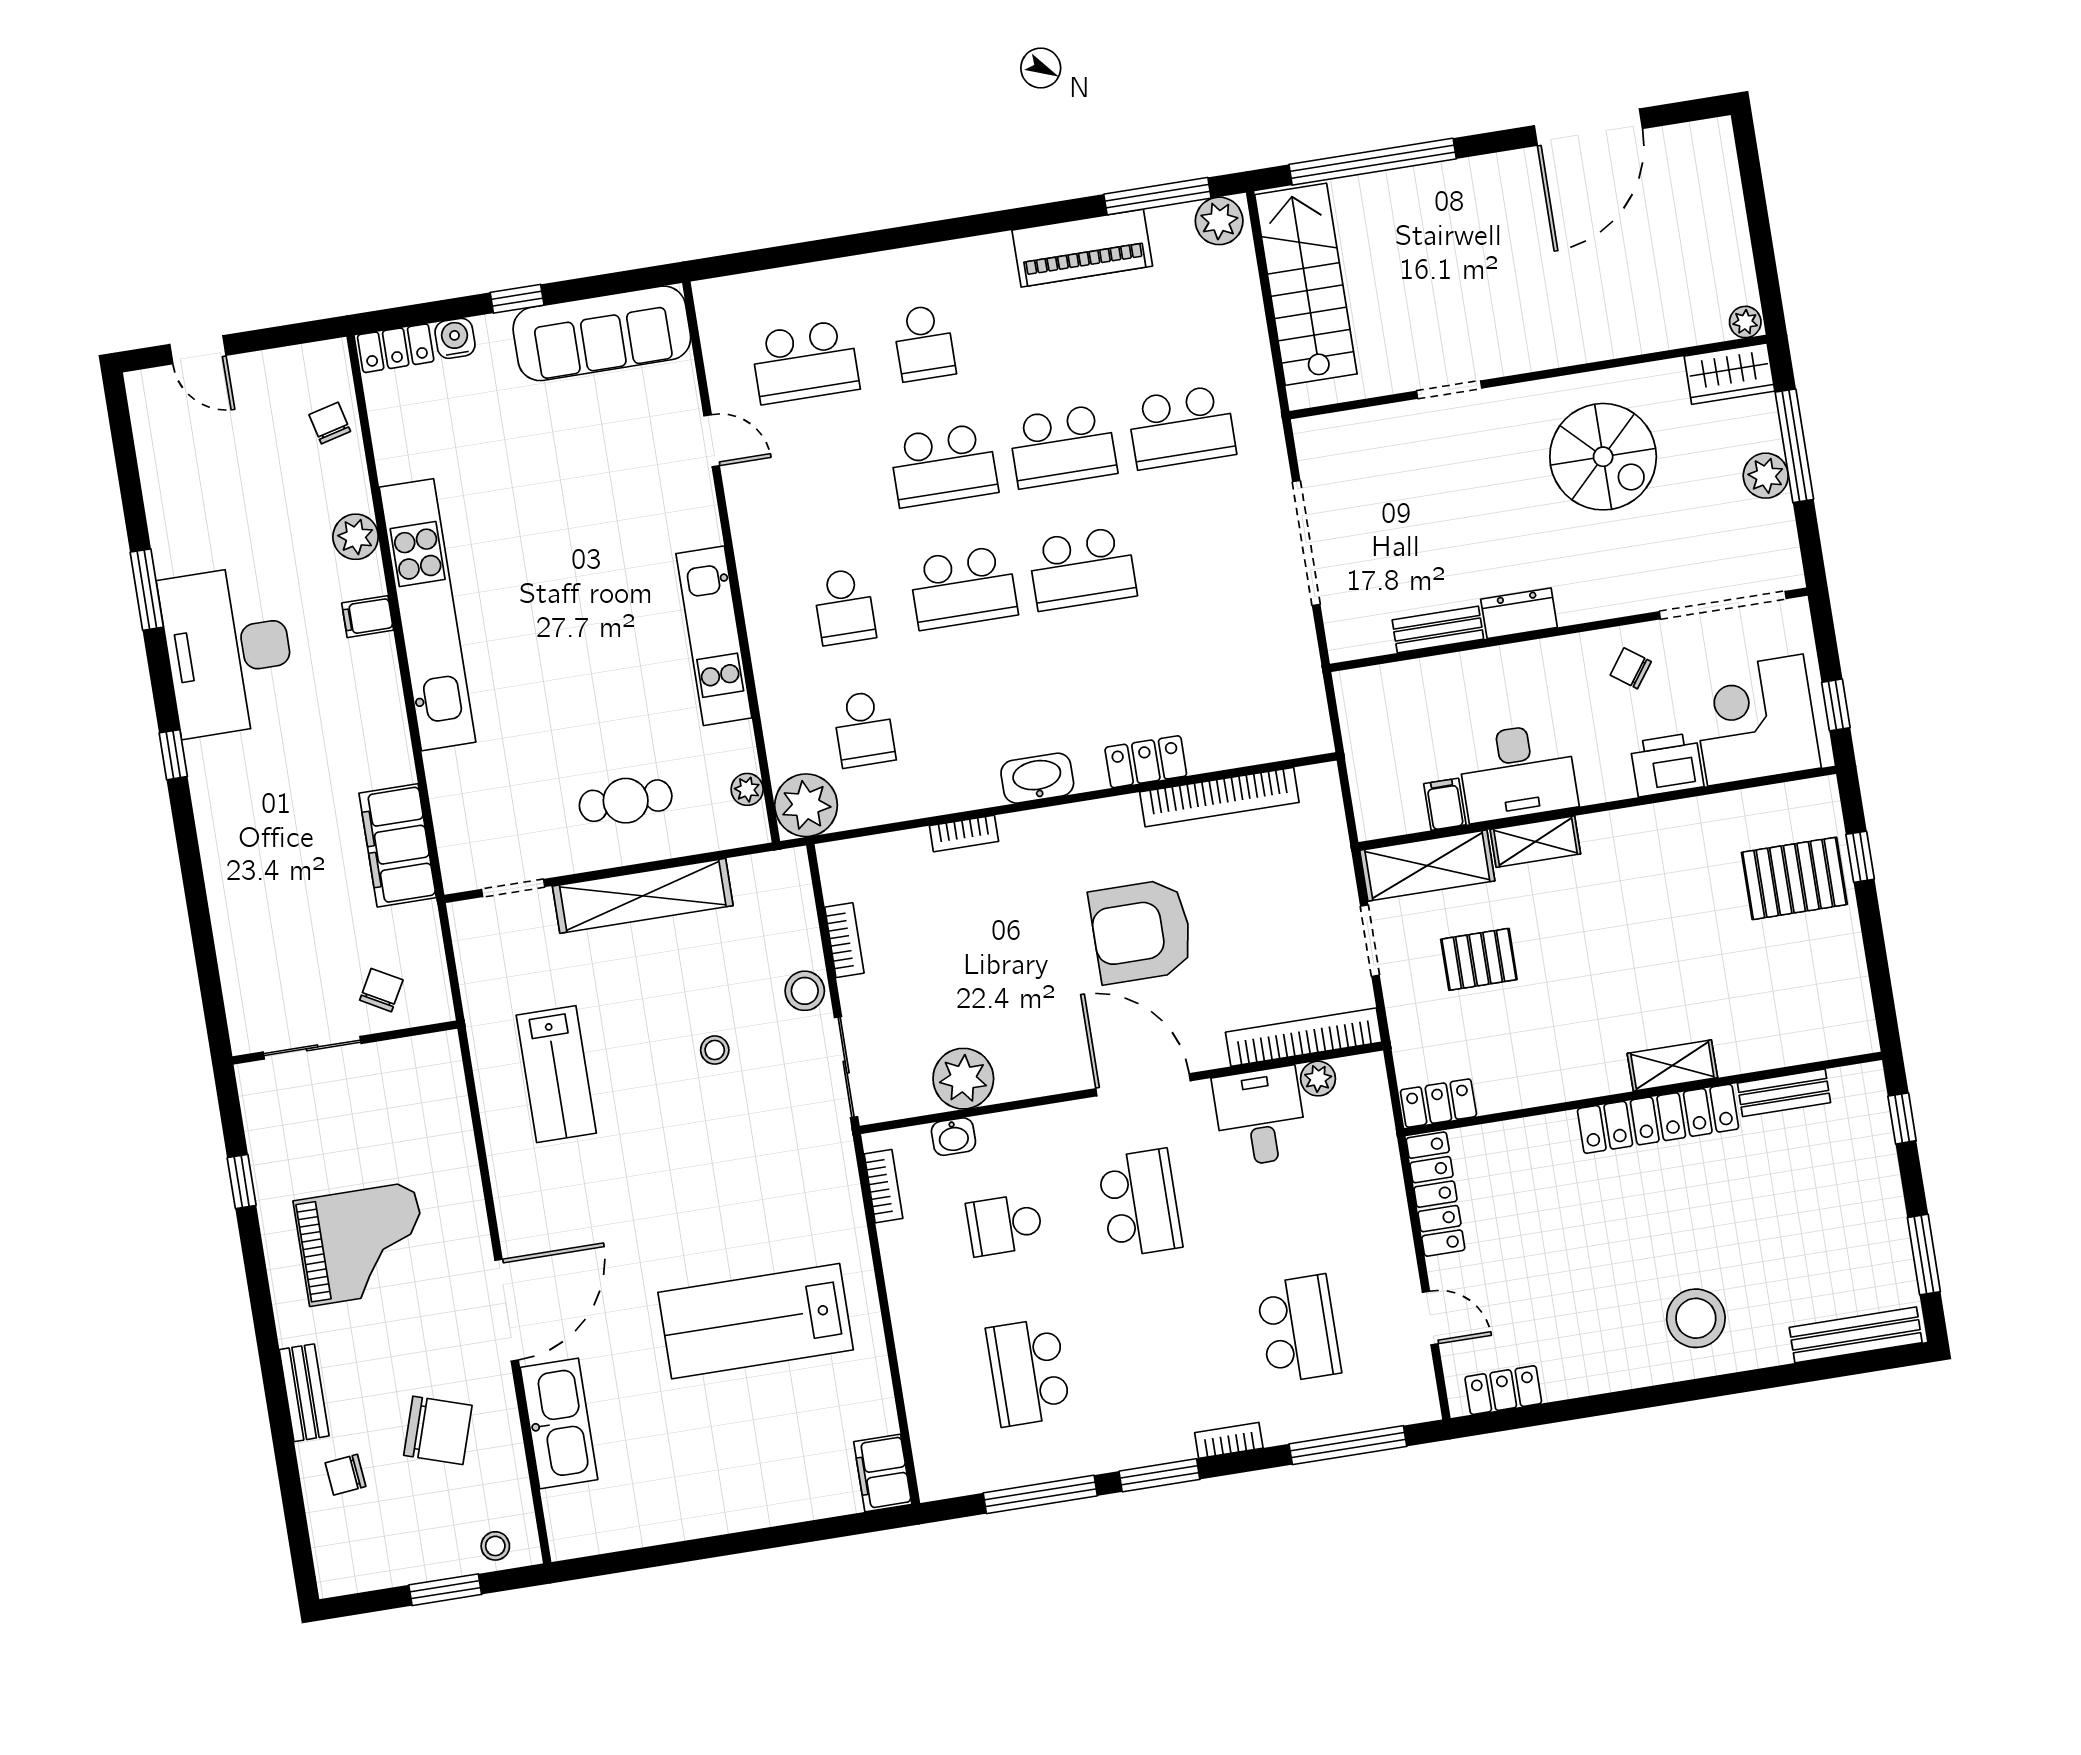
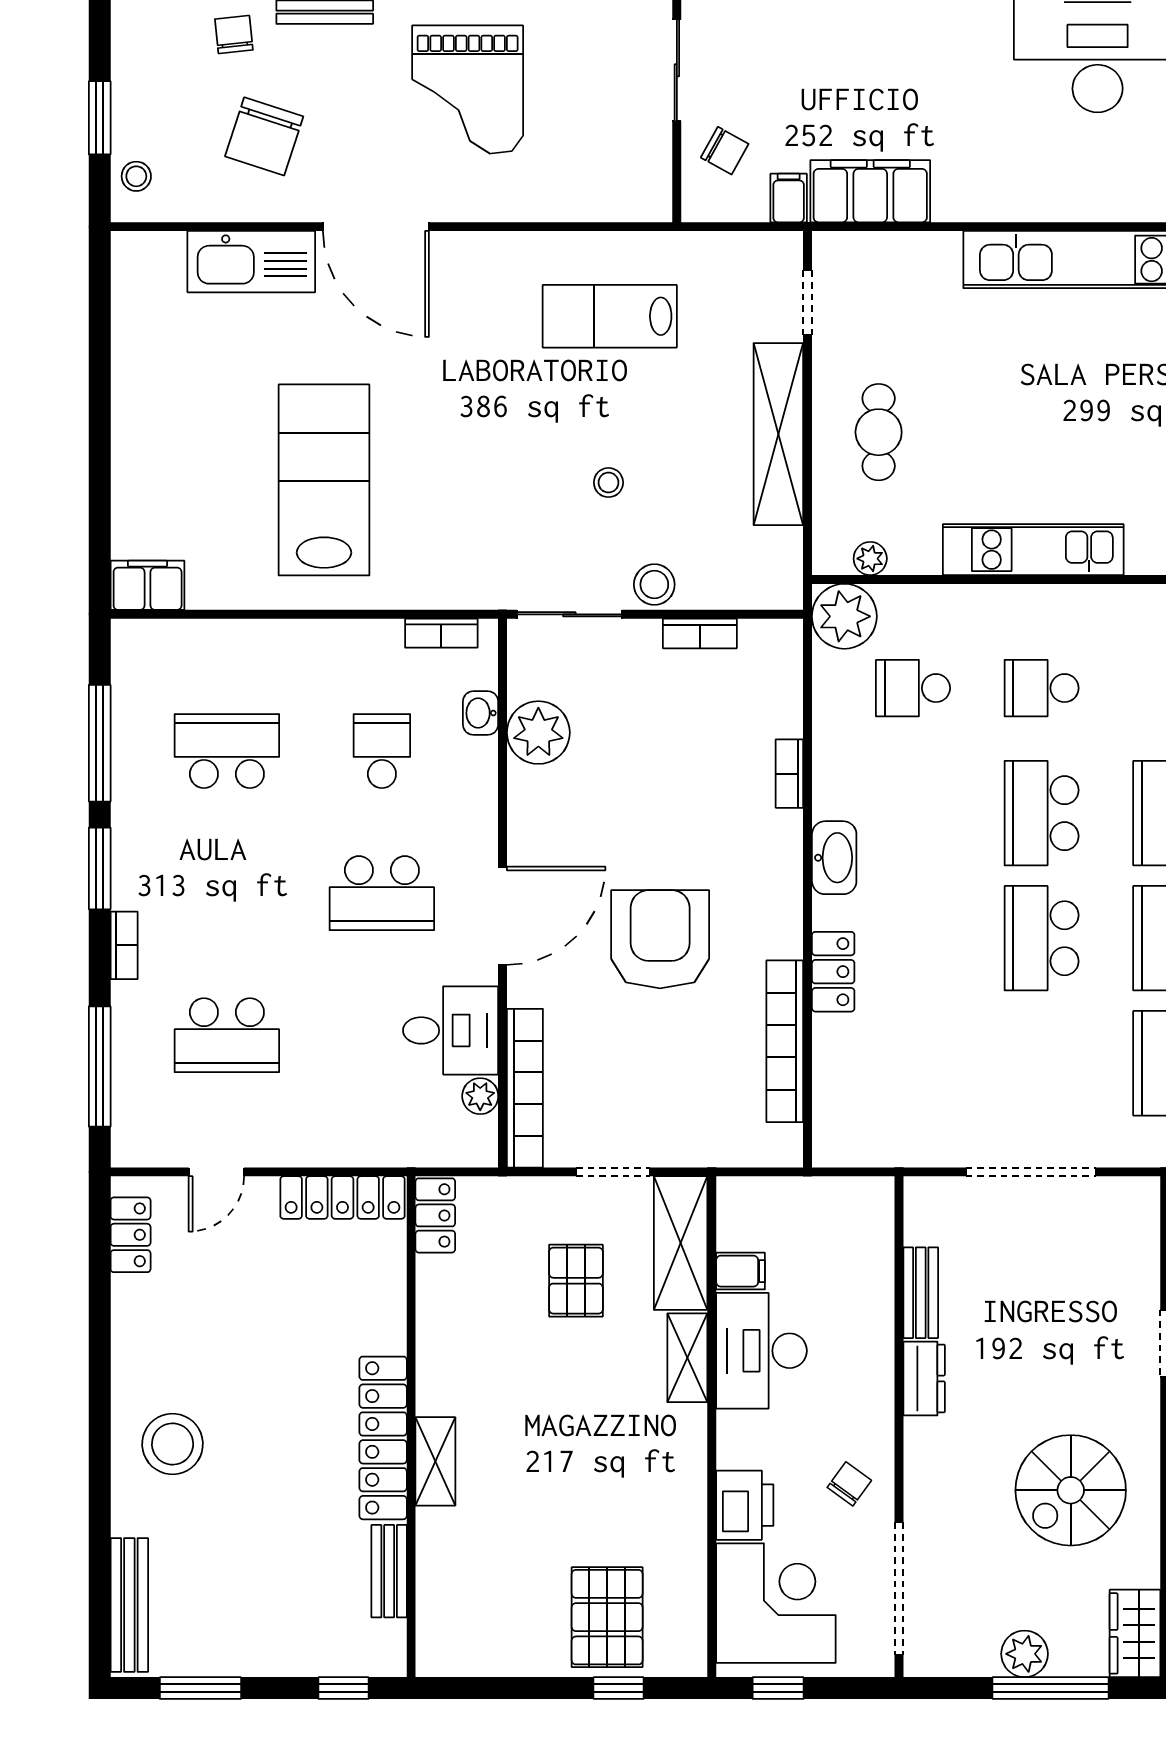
filing cabinet: (368, 617) -> (789, 198), moved

